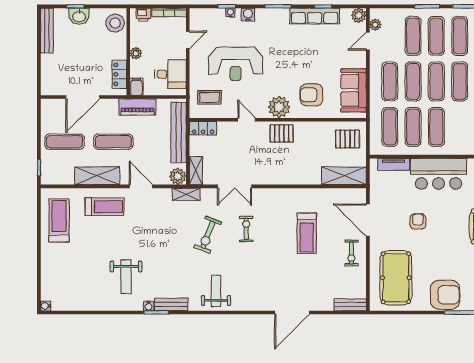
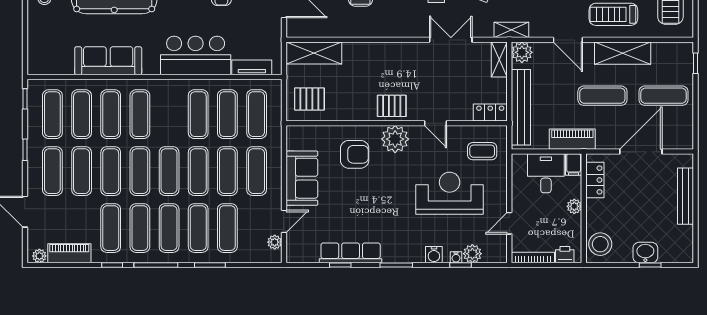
plant: (359, 15) -> (472, 254), moved
bench: (47, 31) -> (686, 196), moved
desk: (170, 74) -> (546, 173), moved, turned 90
sofa: (354, 90) -> (302, 178), moved

